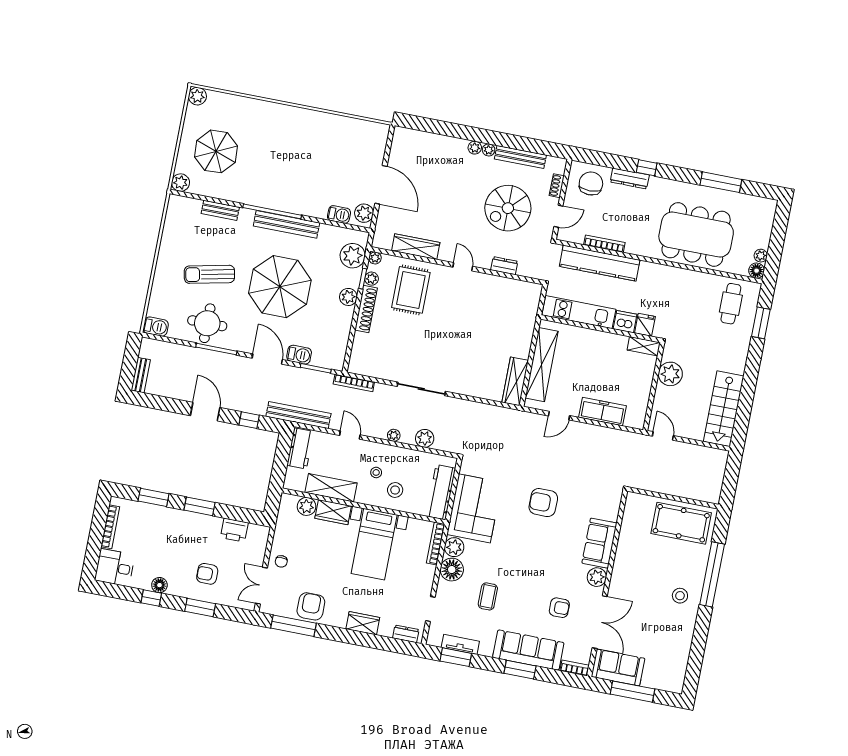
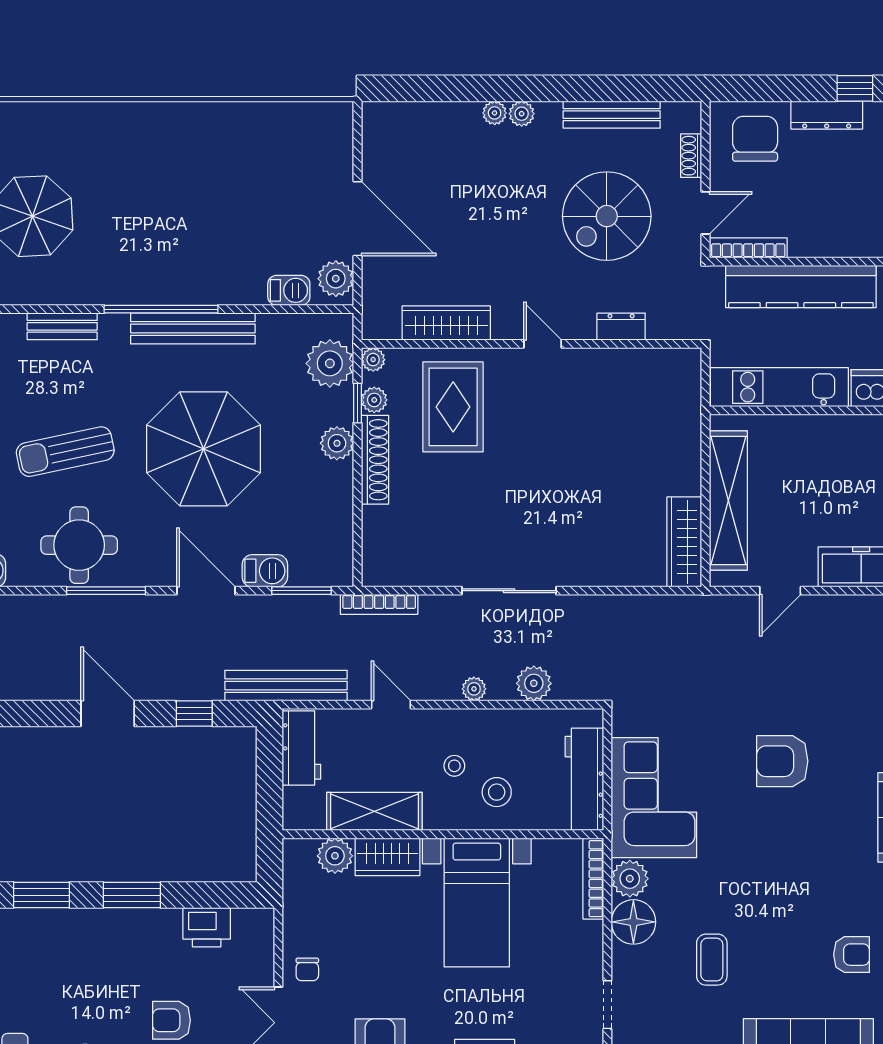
plant: (489, 150) -> (495, 113), moved
bookcase: (604, 244) -> (748, 248), moved

